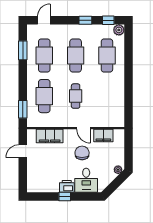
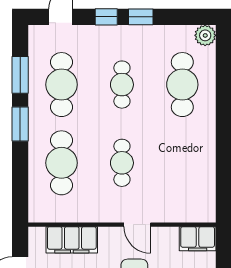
window: (108, 20) -> (106, 17), moved
cafe table: (76, 55) -> (122, 85), width x0.73, depth x0.74
window: (23, 109) -> (20, 124), moved
filing cabinet: (103, 135) -> (198, 239), moved

